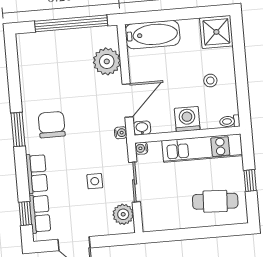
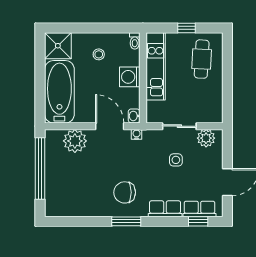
bathtub: (153, 35) -> (59, 92), width x1.36, depth x1.36
water cooler: (141, 148) -> (151, 118), removed

